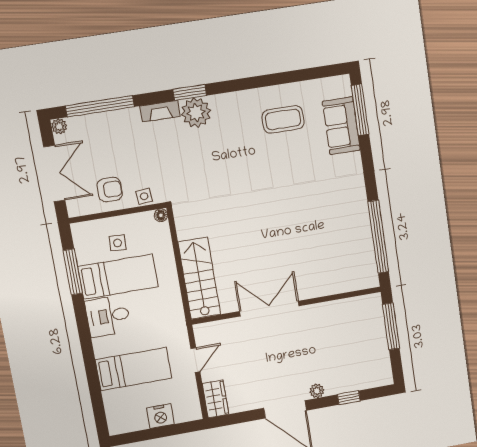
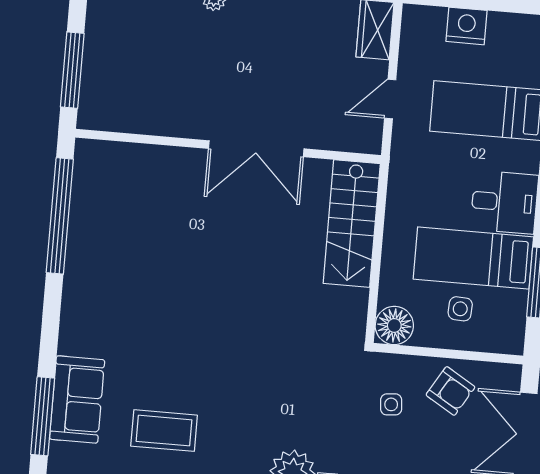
armchair: (110, 190) -> (450, 391), turned -149
side table: (144, 196) -> (391, 404), moved
floor lamp: (161, 215) -> (394, 325), width x1.89, depth x1.89

